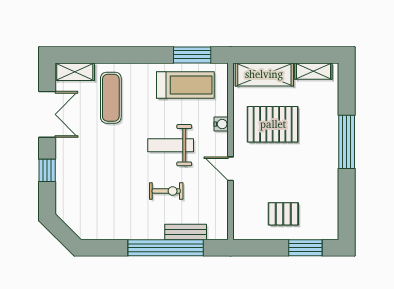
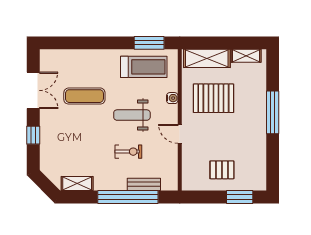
shelving: (75, 72) -> (77, 184), moved
exercise mat: (111, 98) -> (84, 96), moved, turned 90

